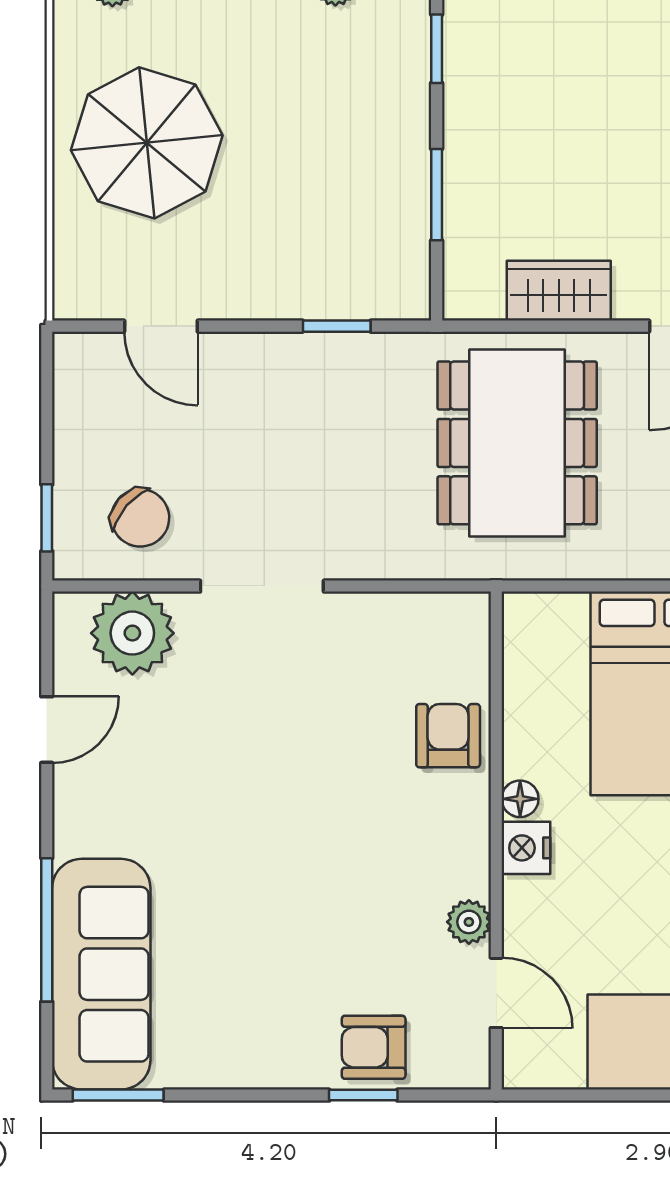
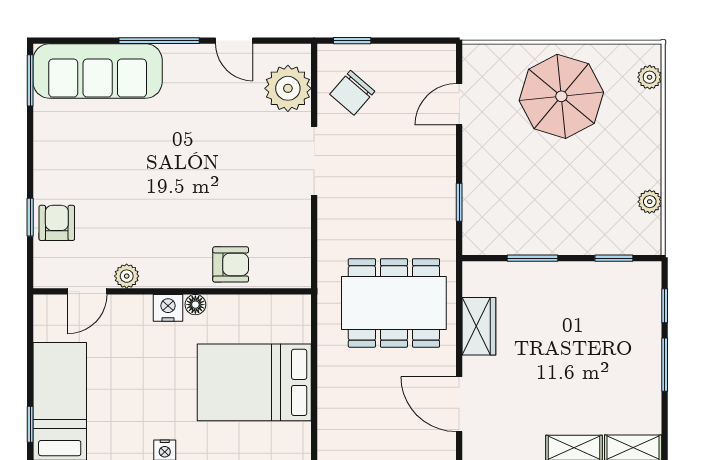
window: (47, 930) -> (159, 41), moved

